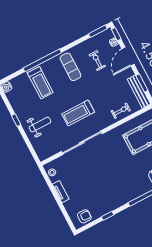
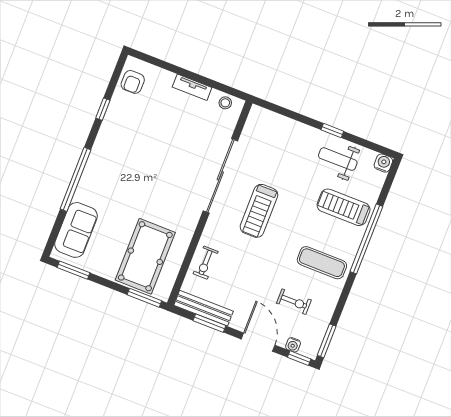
treadmill: (78, 113) -> (259, 211), turned 180
weight bench: (40, 125) -> (338, 159), moved, turned 90

